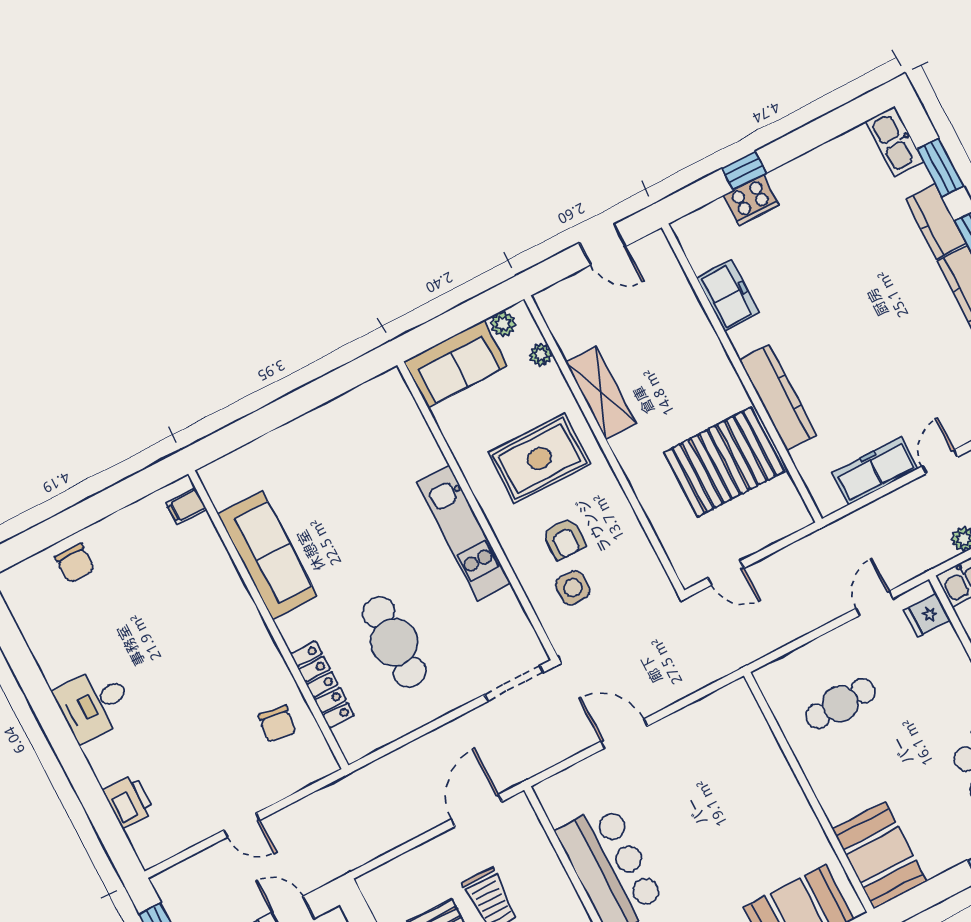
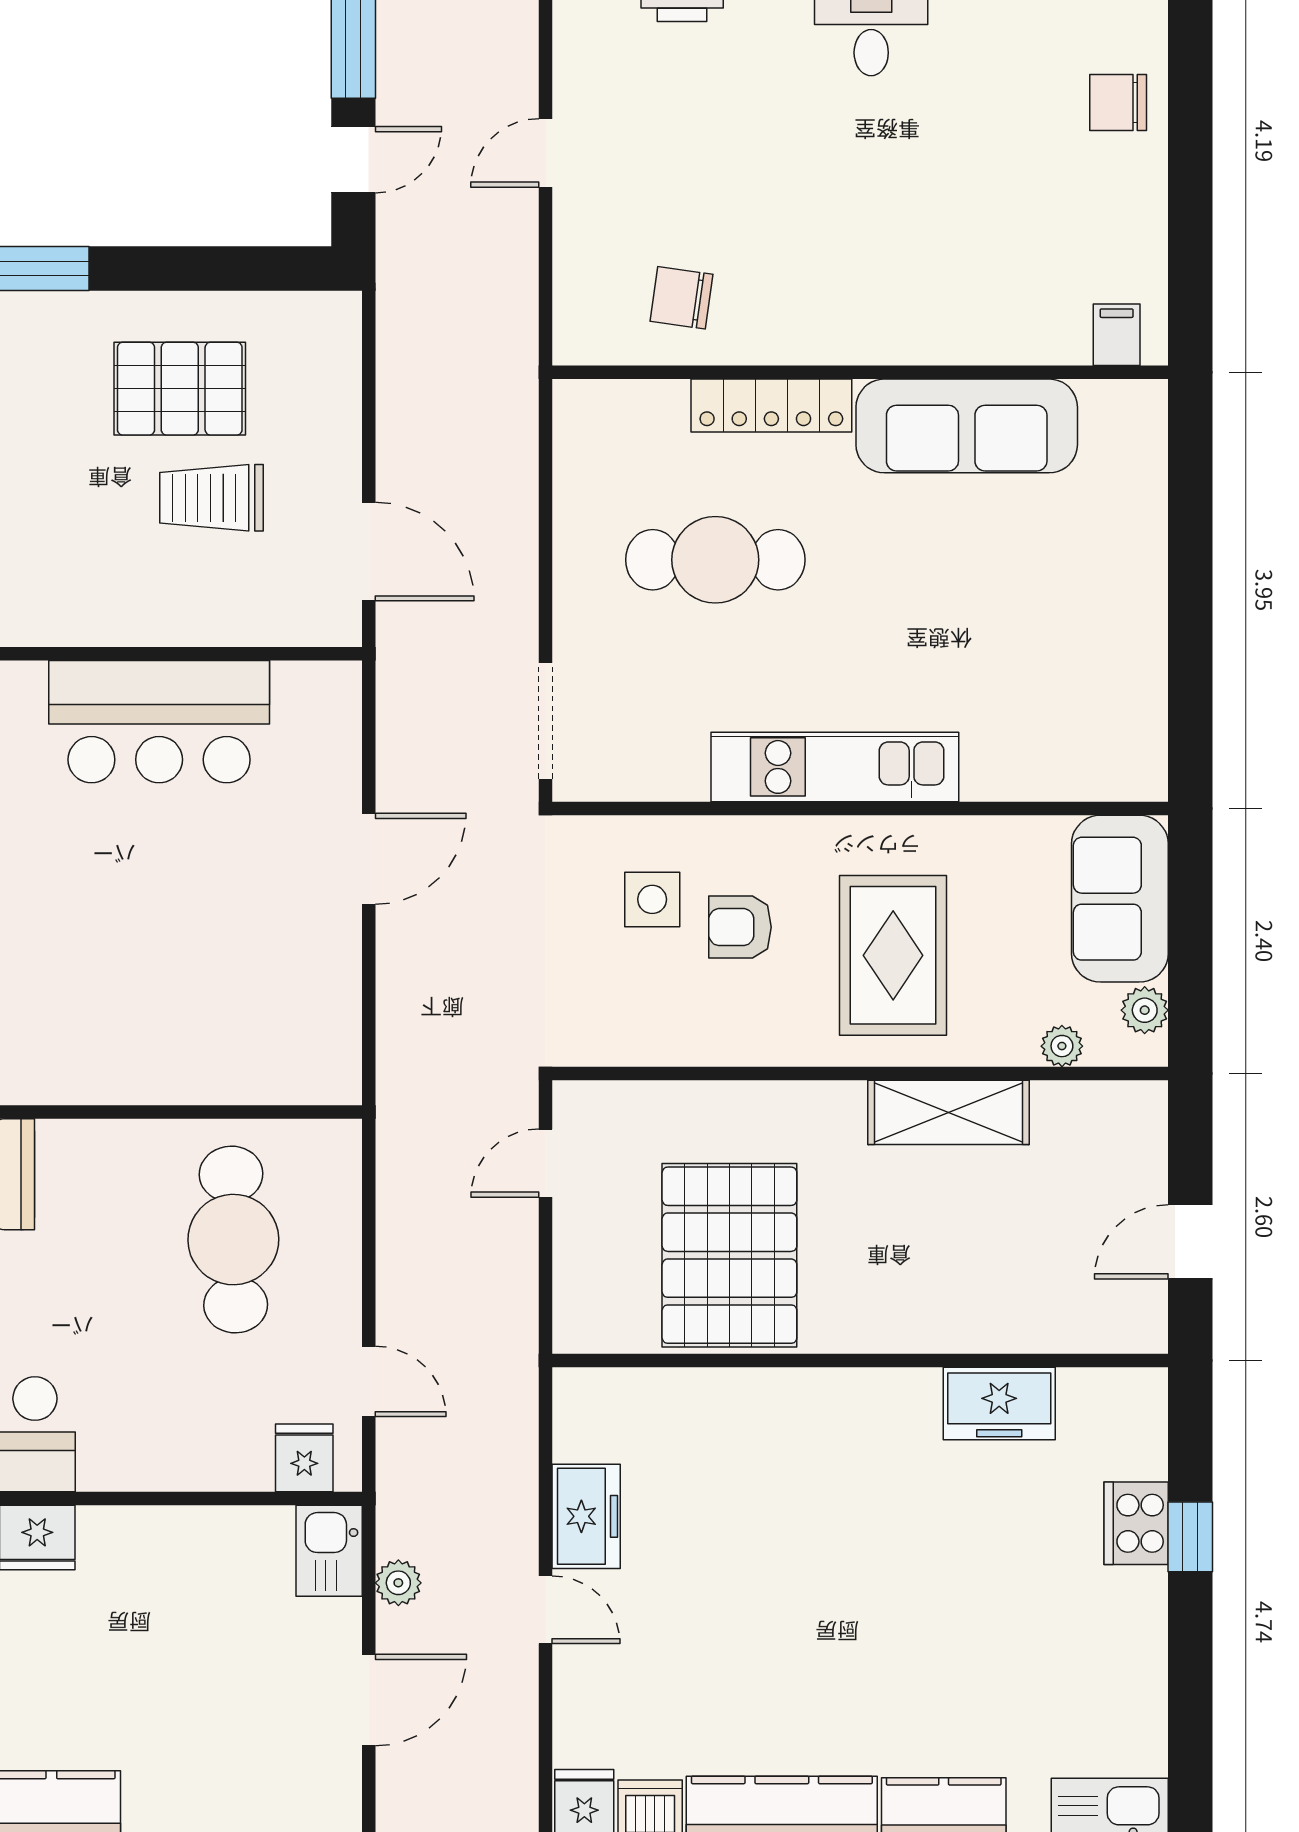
kitchen counter: (778, 398) -> (789, 1399), removed
freezer: (875, 471) -> (586, 1516), width x0.71
locker: (322, 685) -> (771, 406), moved
cafe table: (840, 704) -> (233, 1240), width x1.37, depth x1.35

